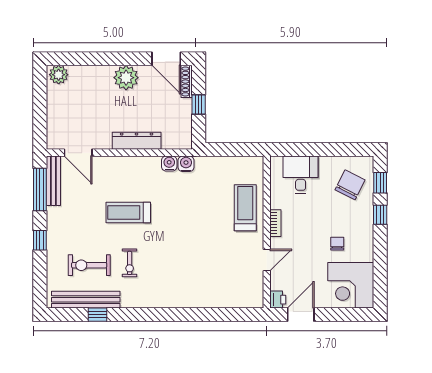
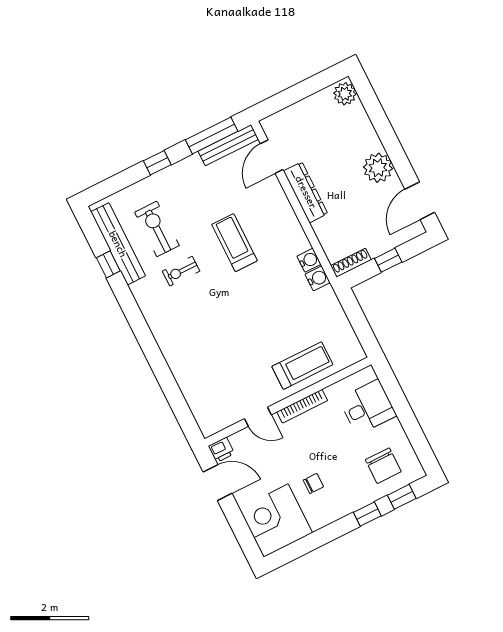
shoe rack: (187, 81) -> (351, 263), moved
dresser: (137, 141) -> (306, 192), moved
chair: (350, 185) -> (383, 466), turned 63
bookcase: (275, 223) -> (302, 406), width x1.56

